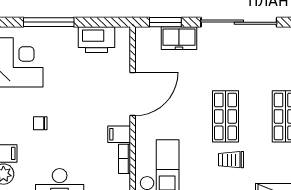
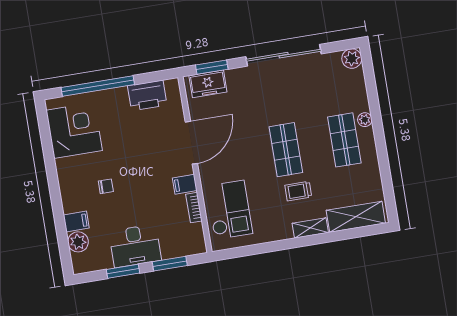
window: (49, 22) -> (98, 86), width x1.46
freezer: (179, 38) -> (208, 84), moved
chair: (40, 123) -> (106, 186), turned 180

